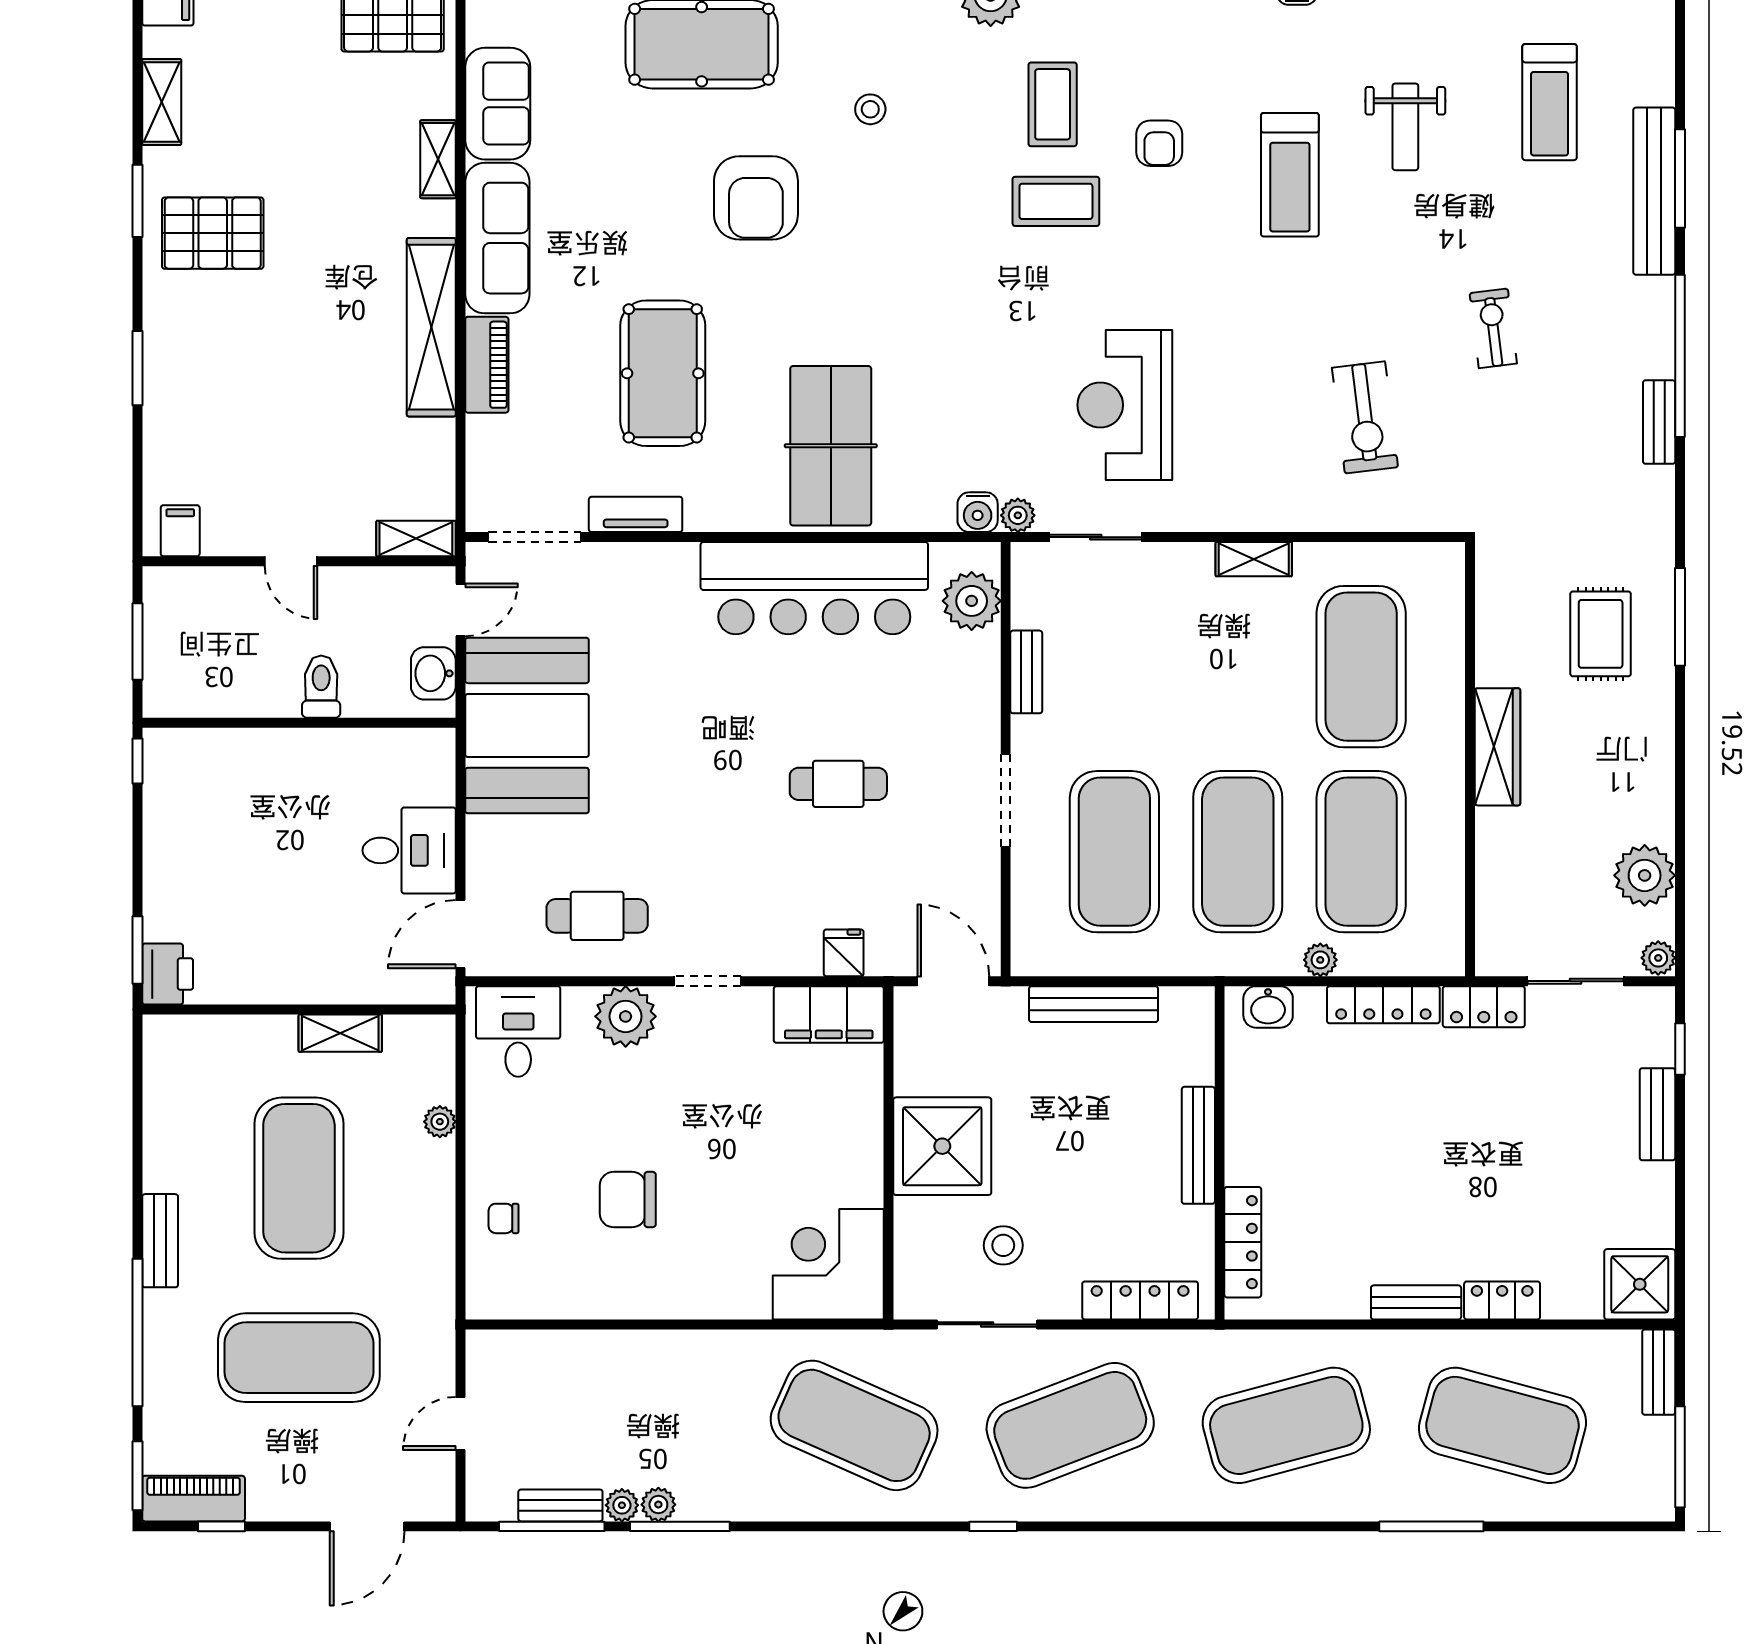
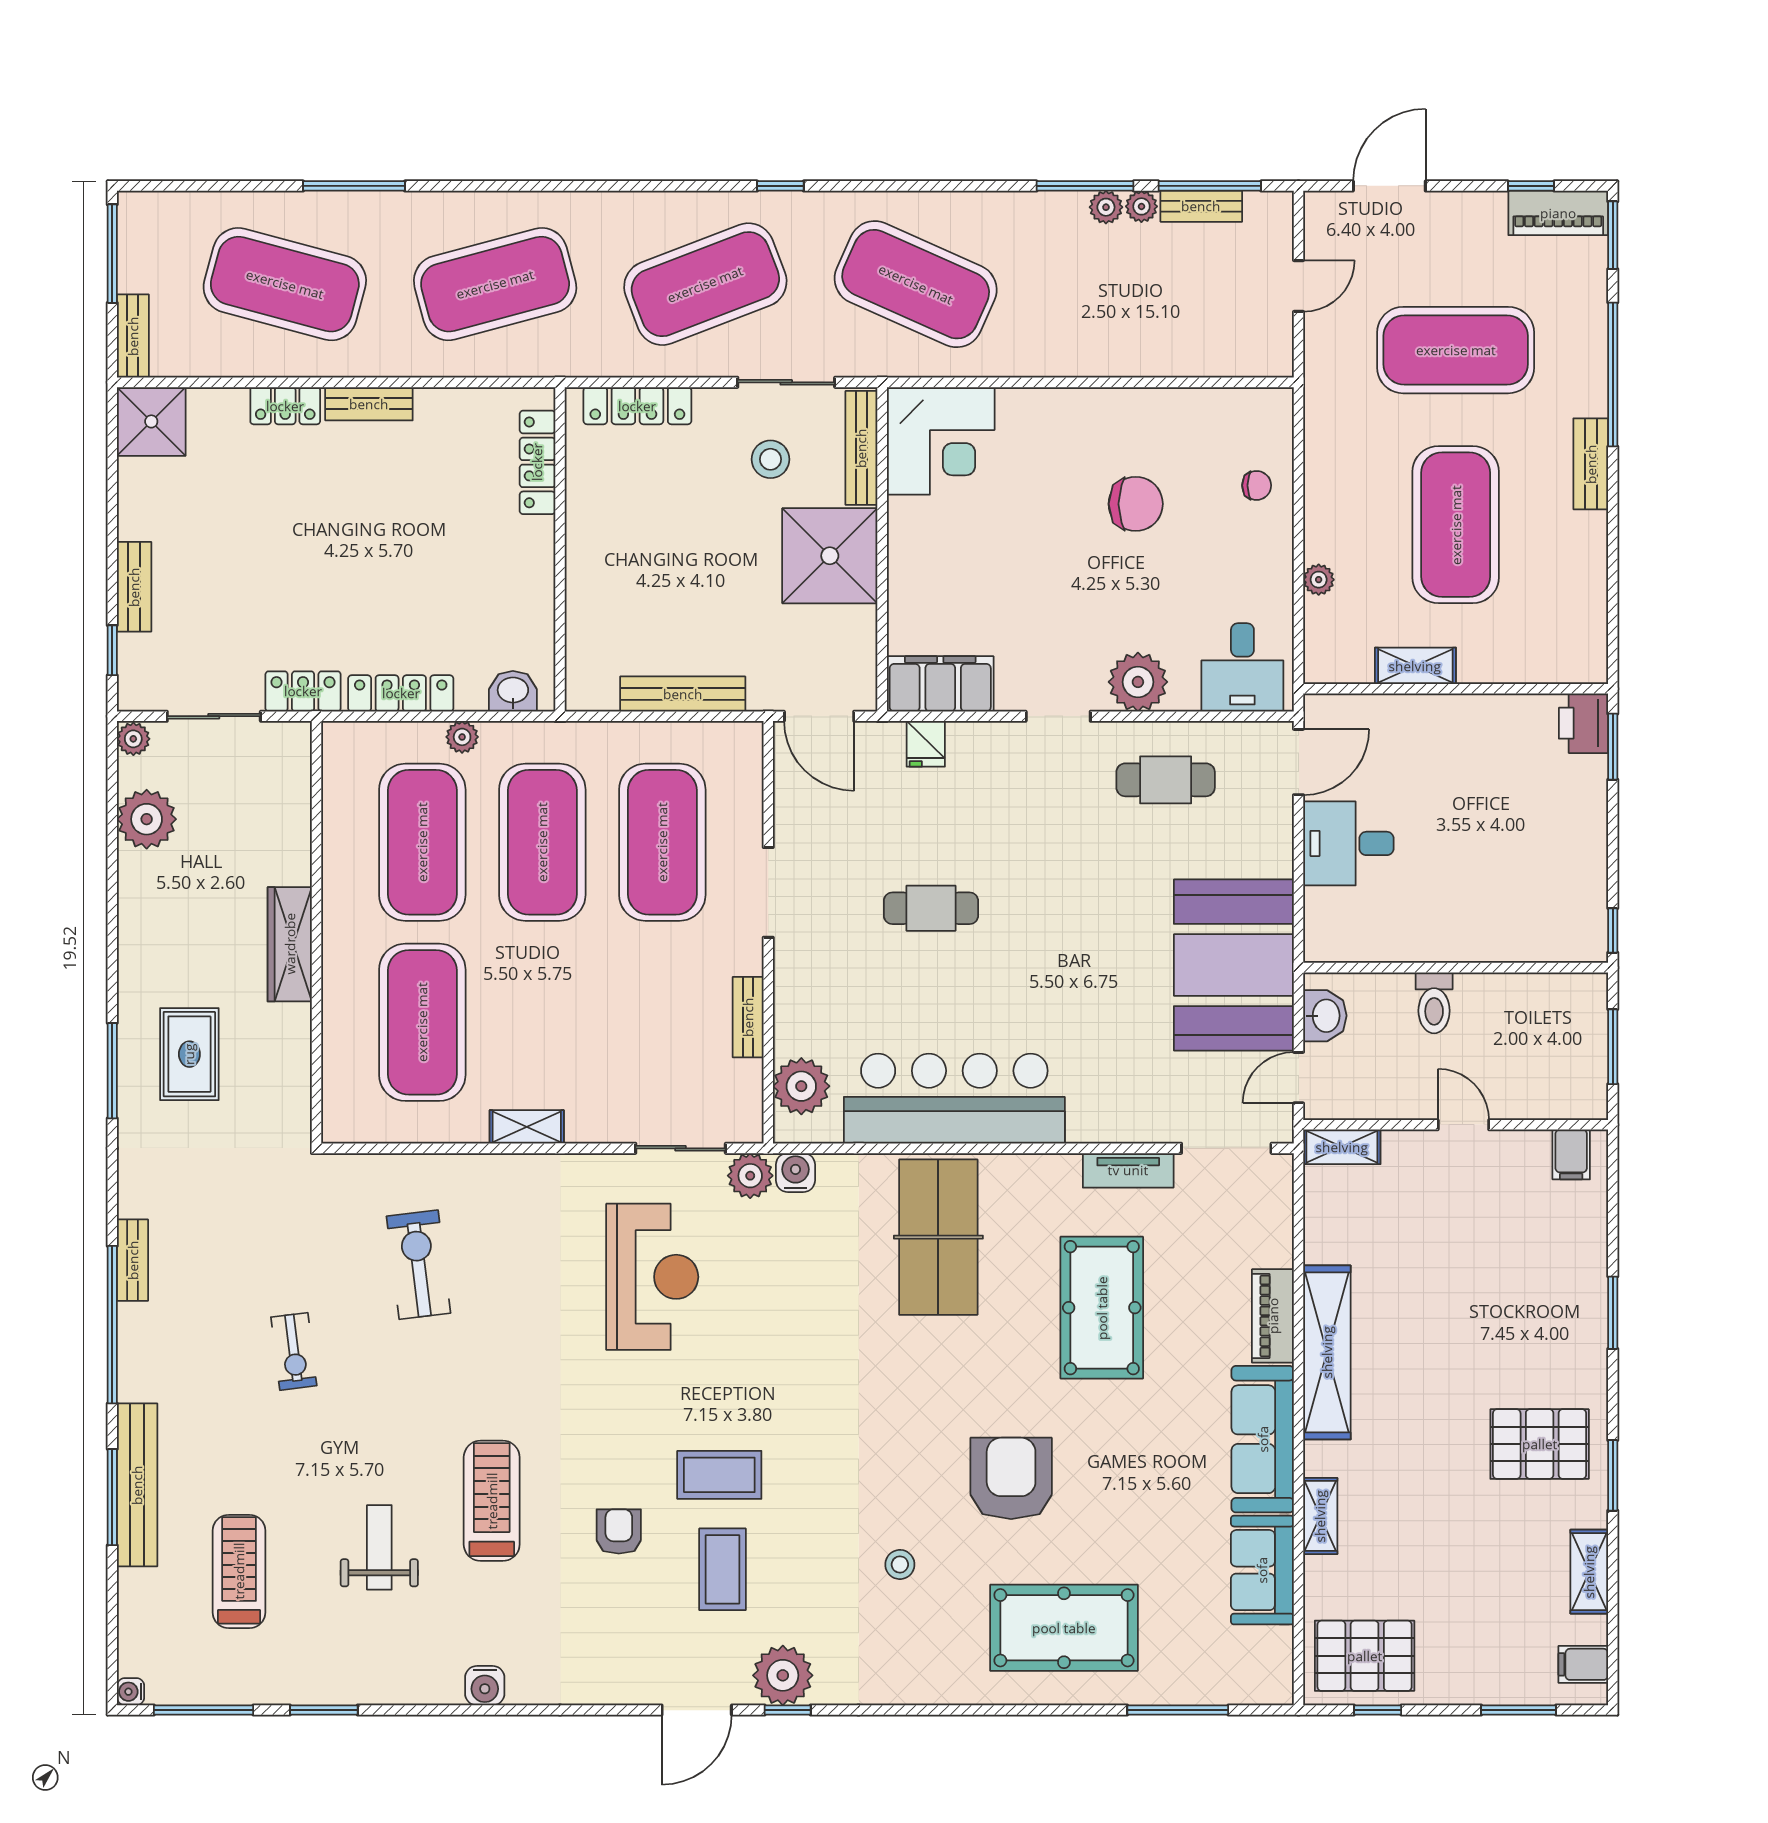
plant: (1018, 515) -> (750, 1176), width x1.38, depth x1.38
bench: (1198, 1145) -> (861, 448), moved

